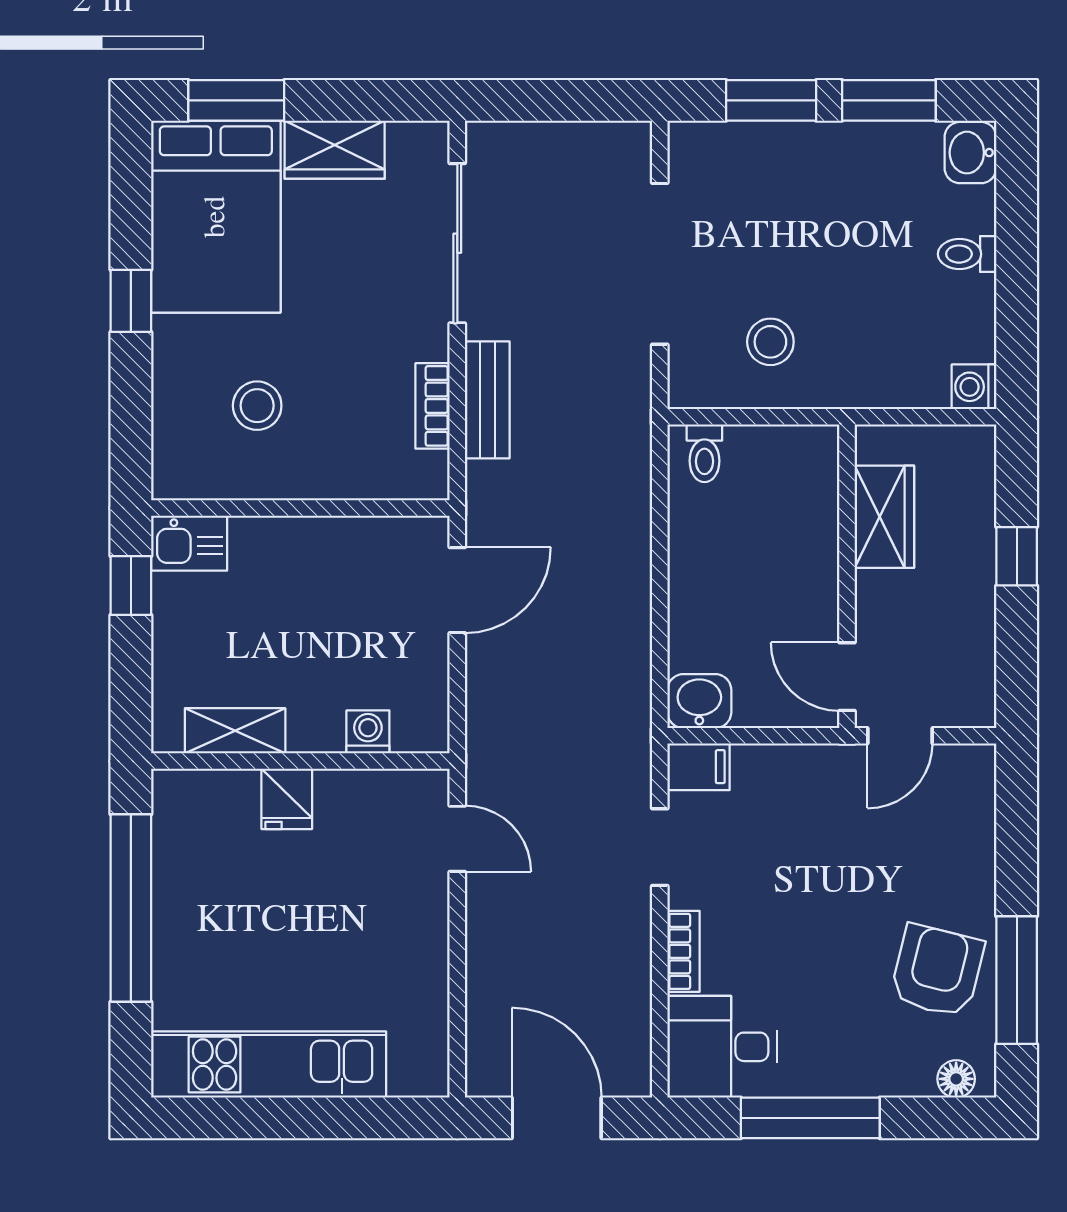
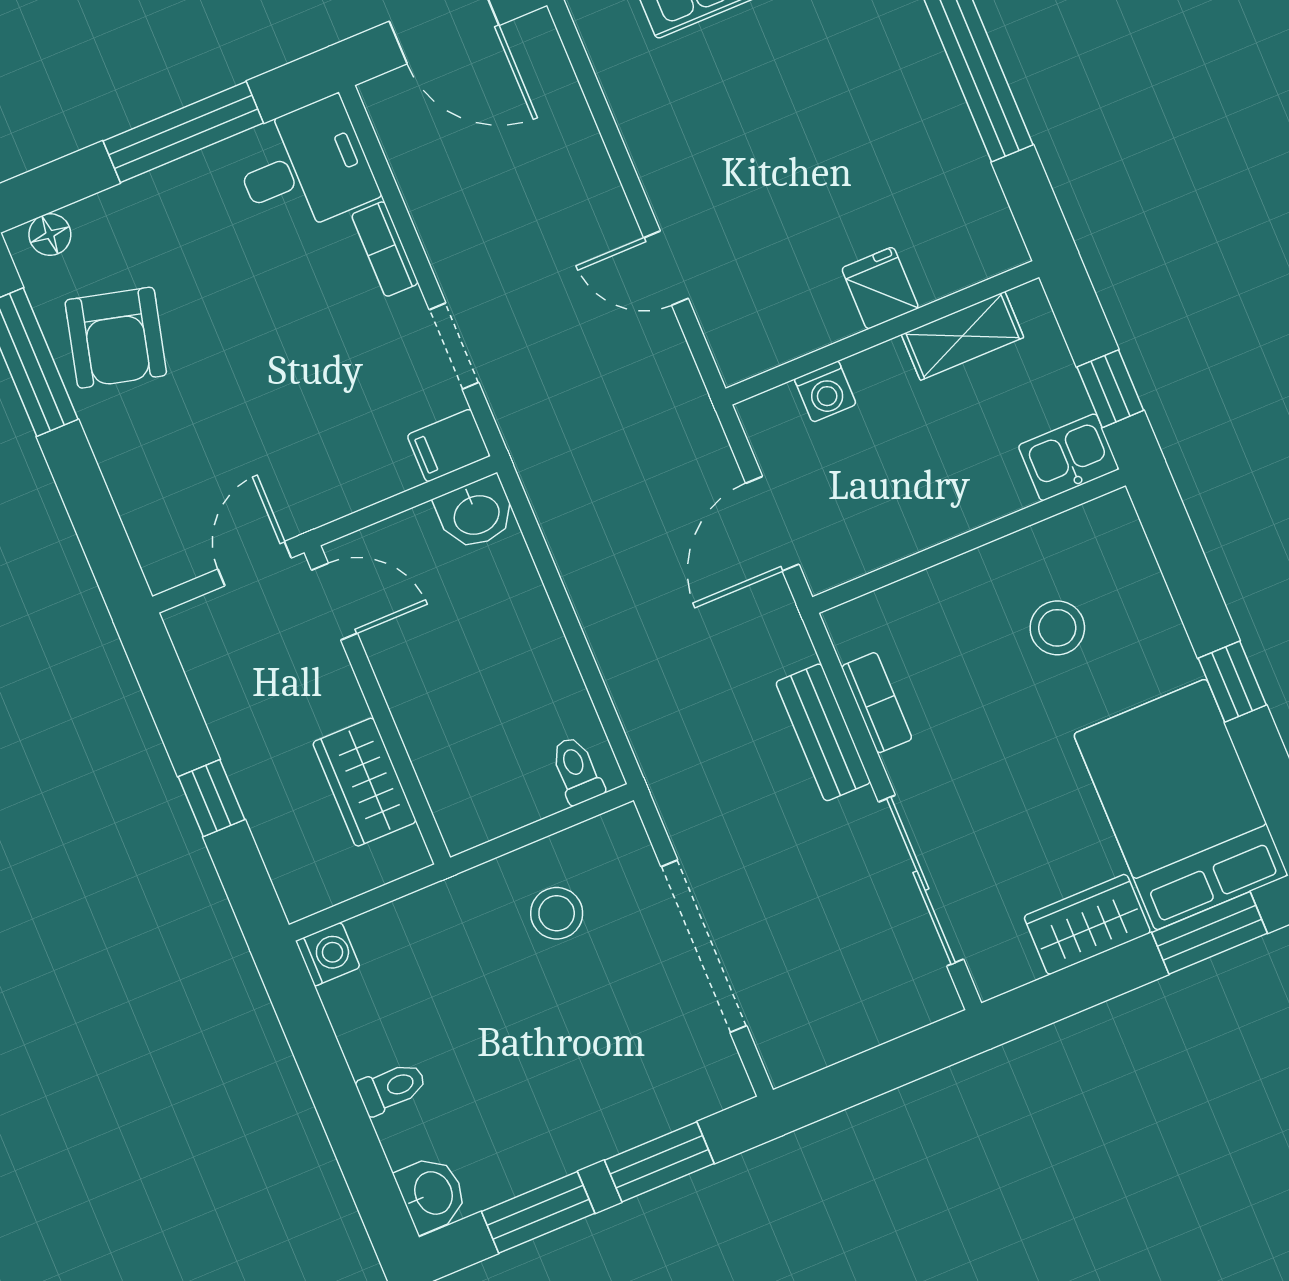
shelving: (235, 731) -> (963, 336), moved
washing machine: (368, 732) -> (825, 392), moved
wall: (300, 761) -> (882, 333), moved
fridge: (287, 799) -> (880, 288), moved

